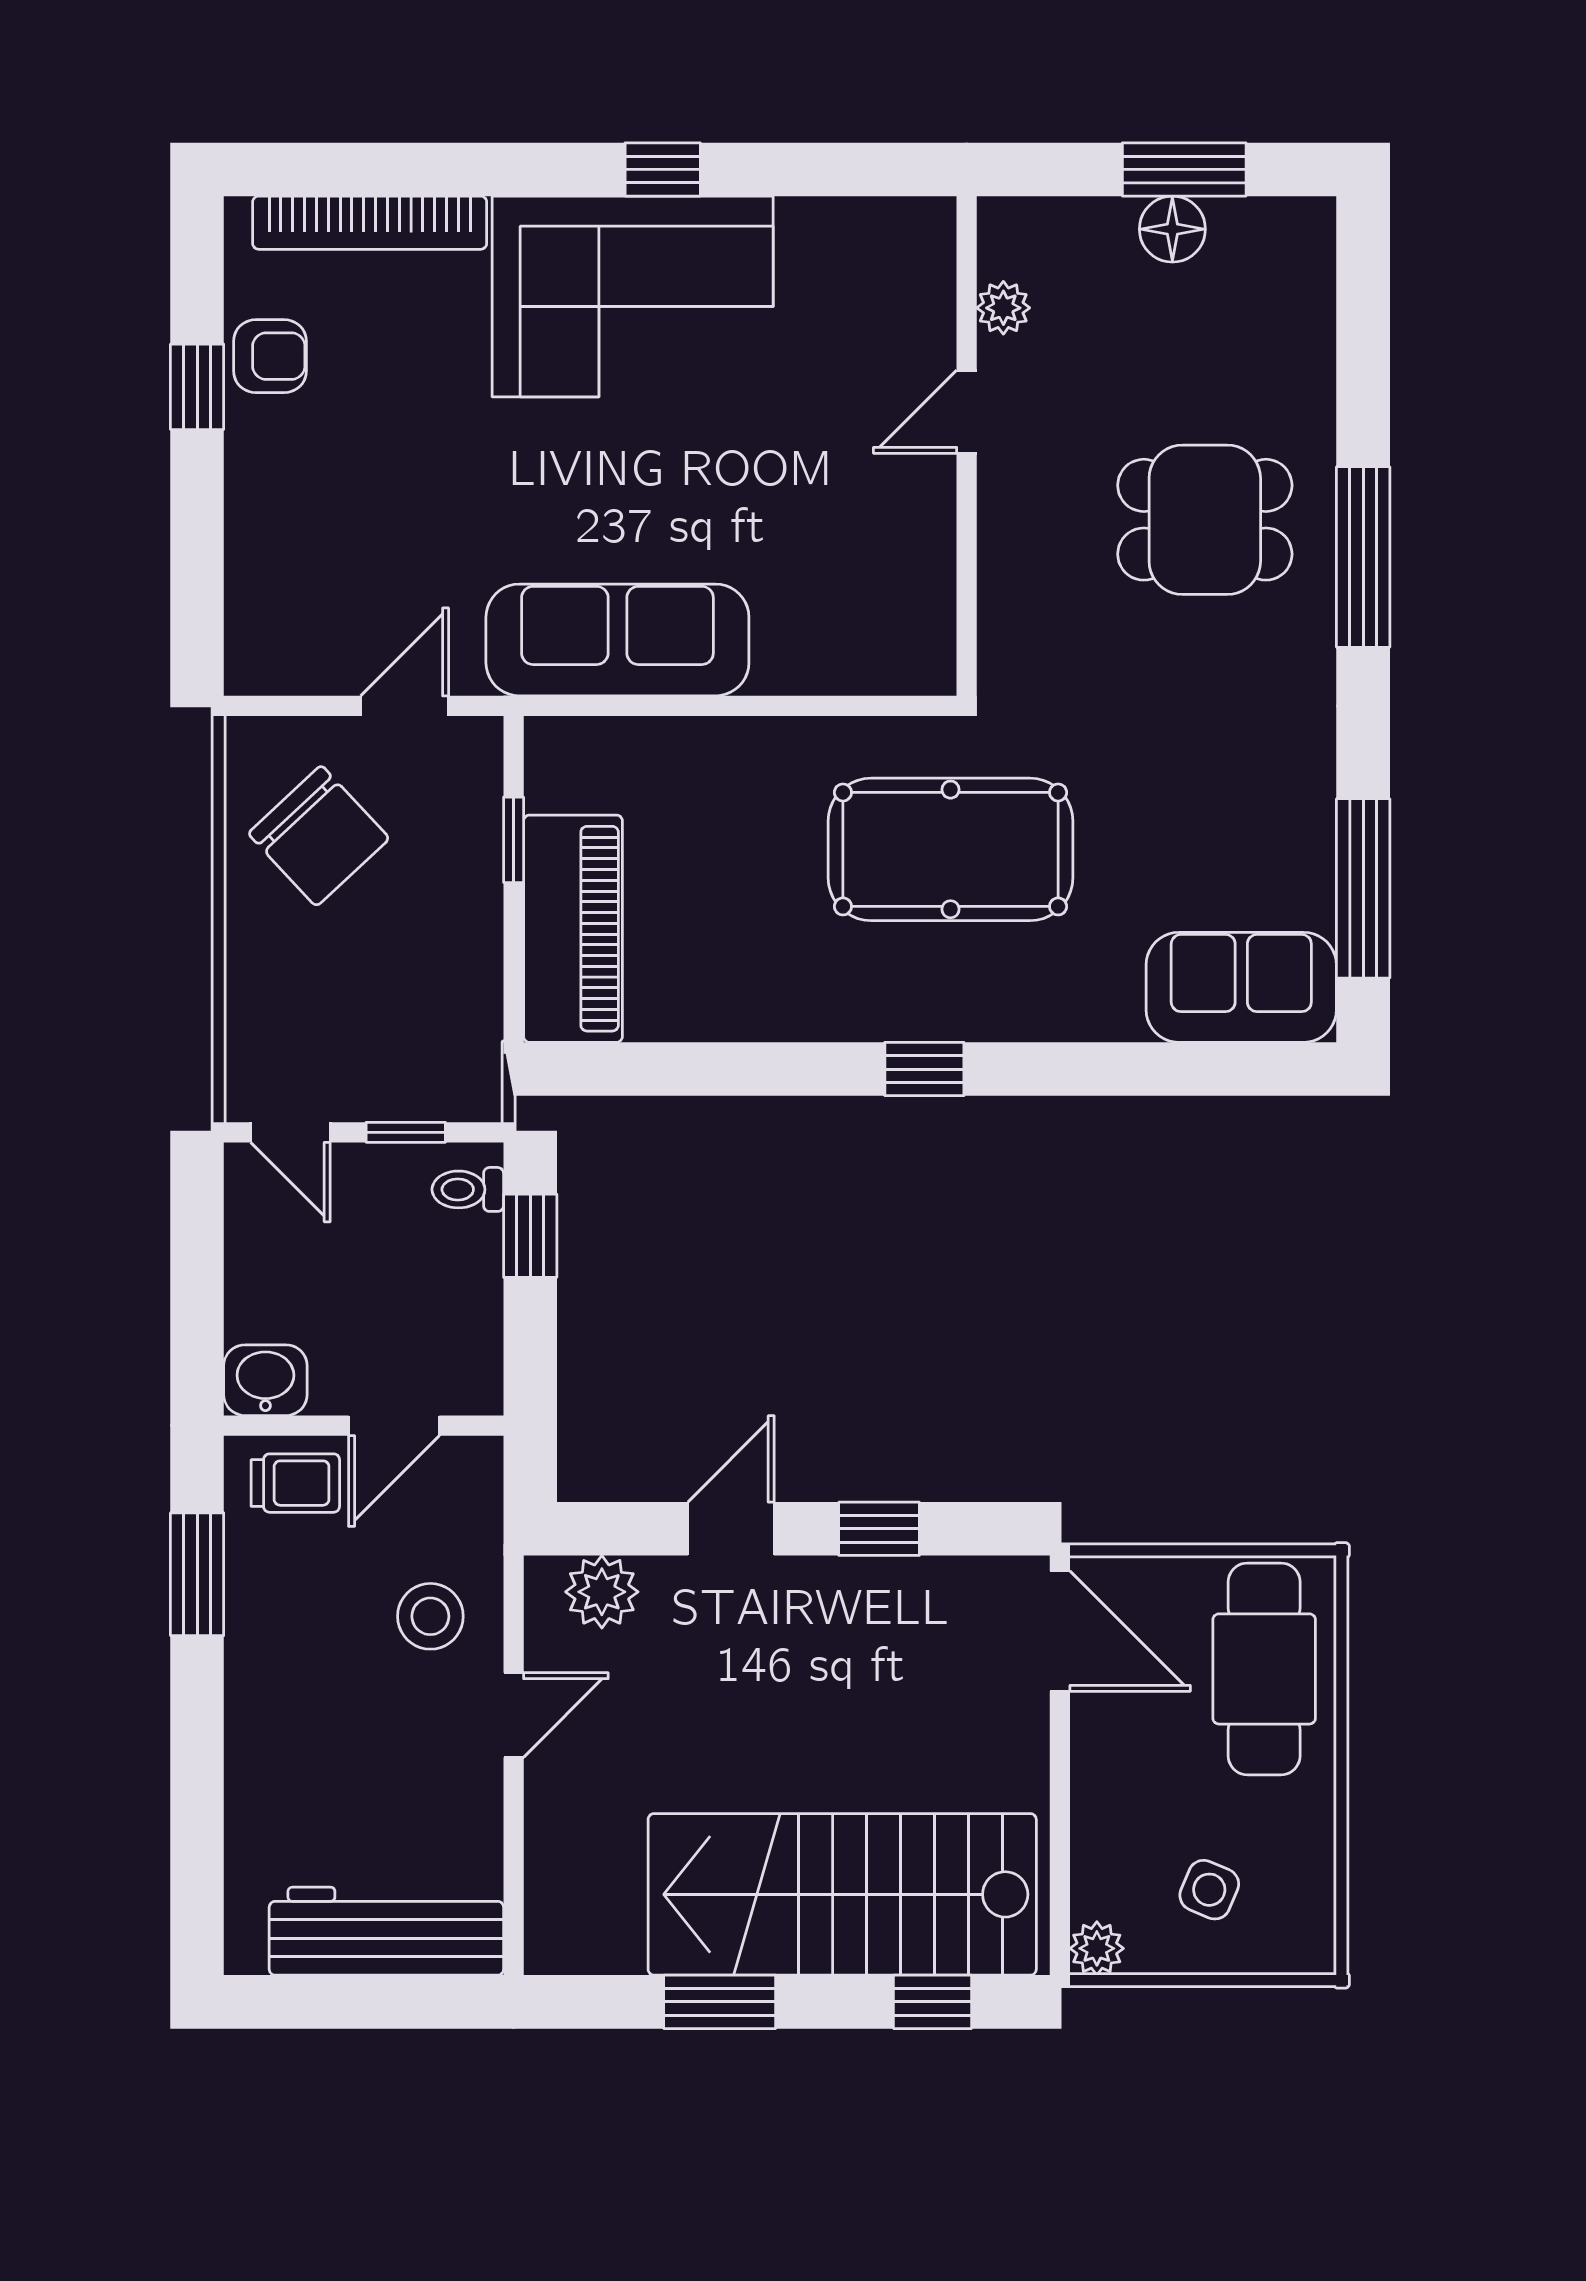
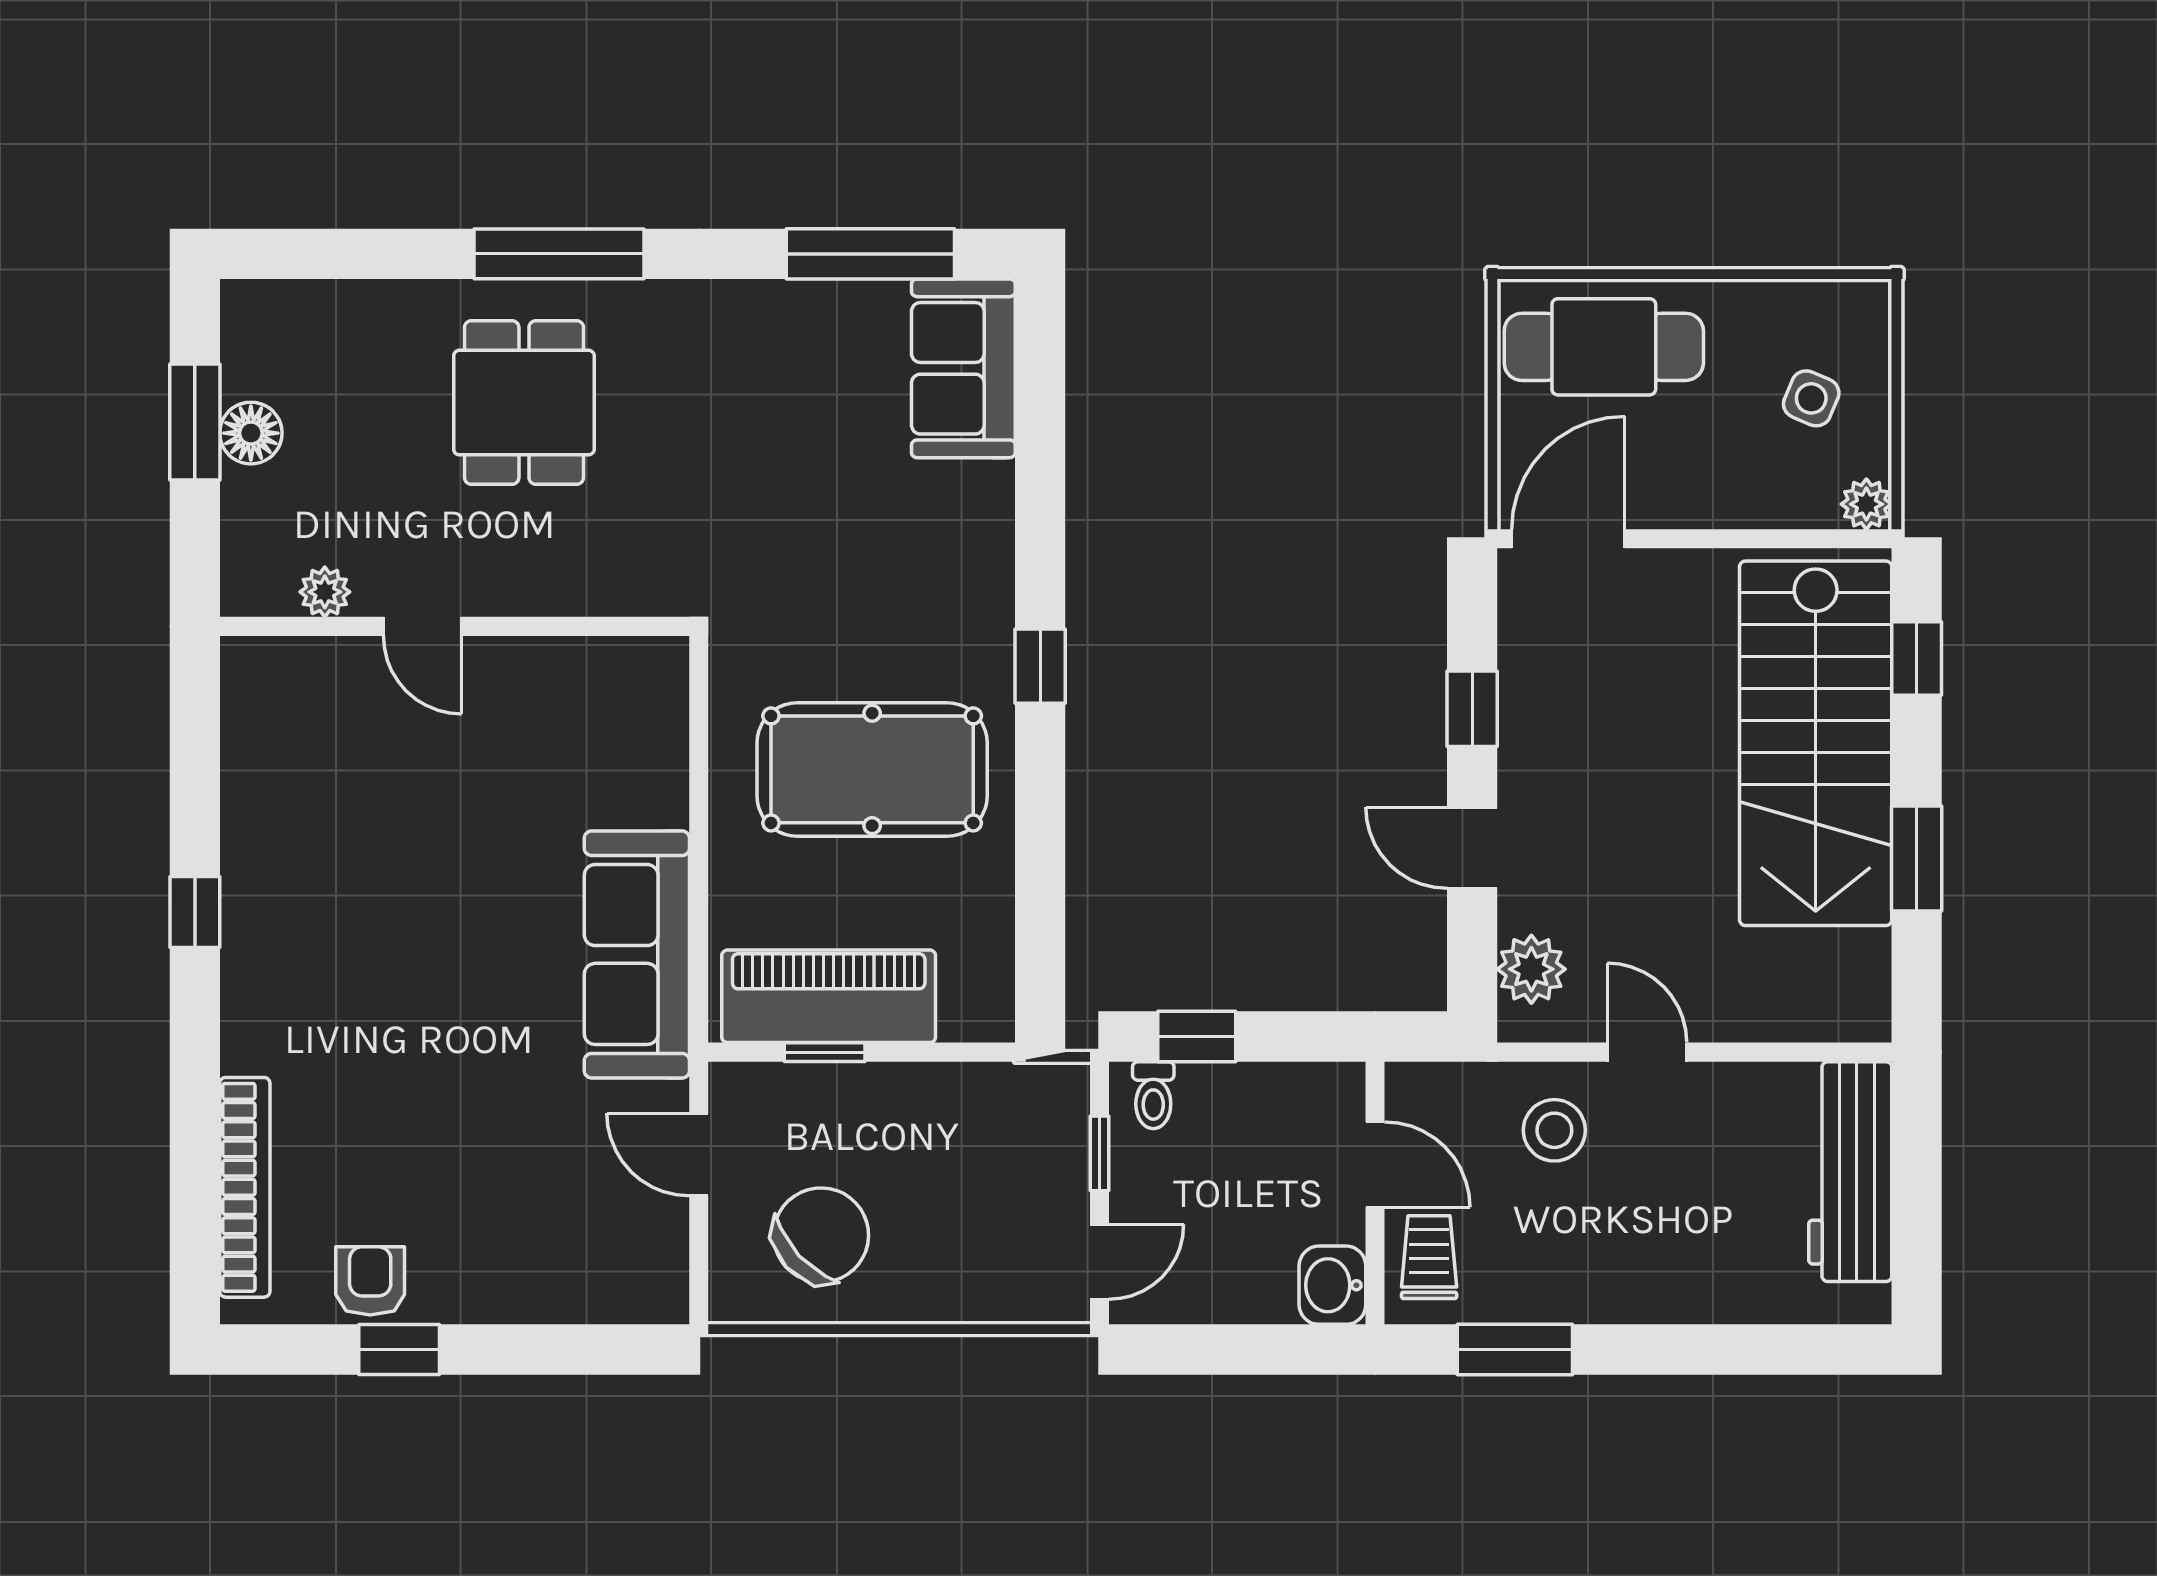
corner sofa: (633, 296) -> (314, 940), removed
pool table: (951, 849) -> (872, 769), moved, turned 90
piano: (573, 929) -> (829, 996), moved

